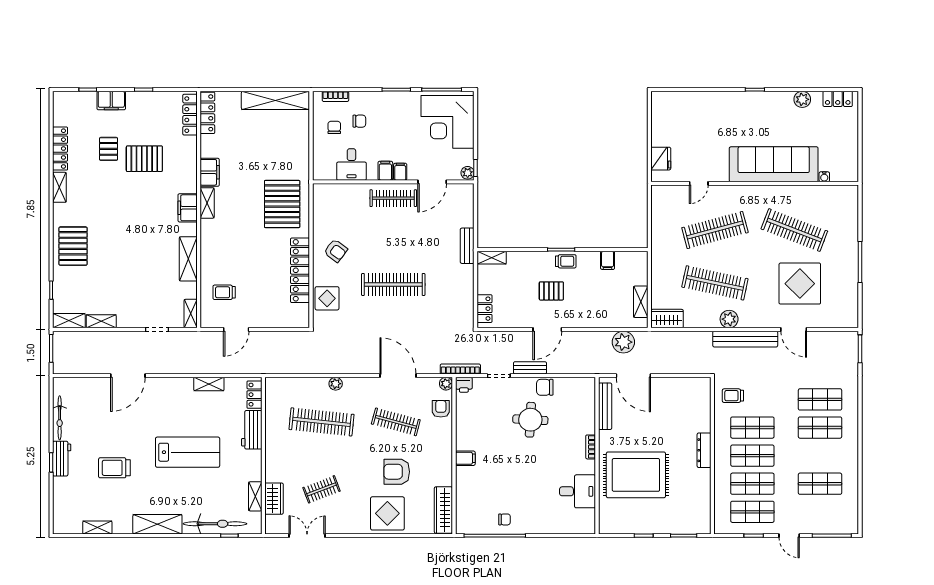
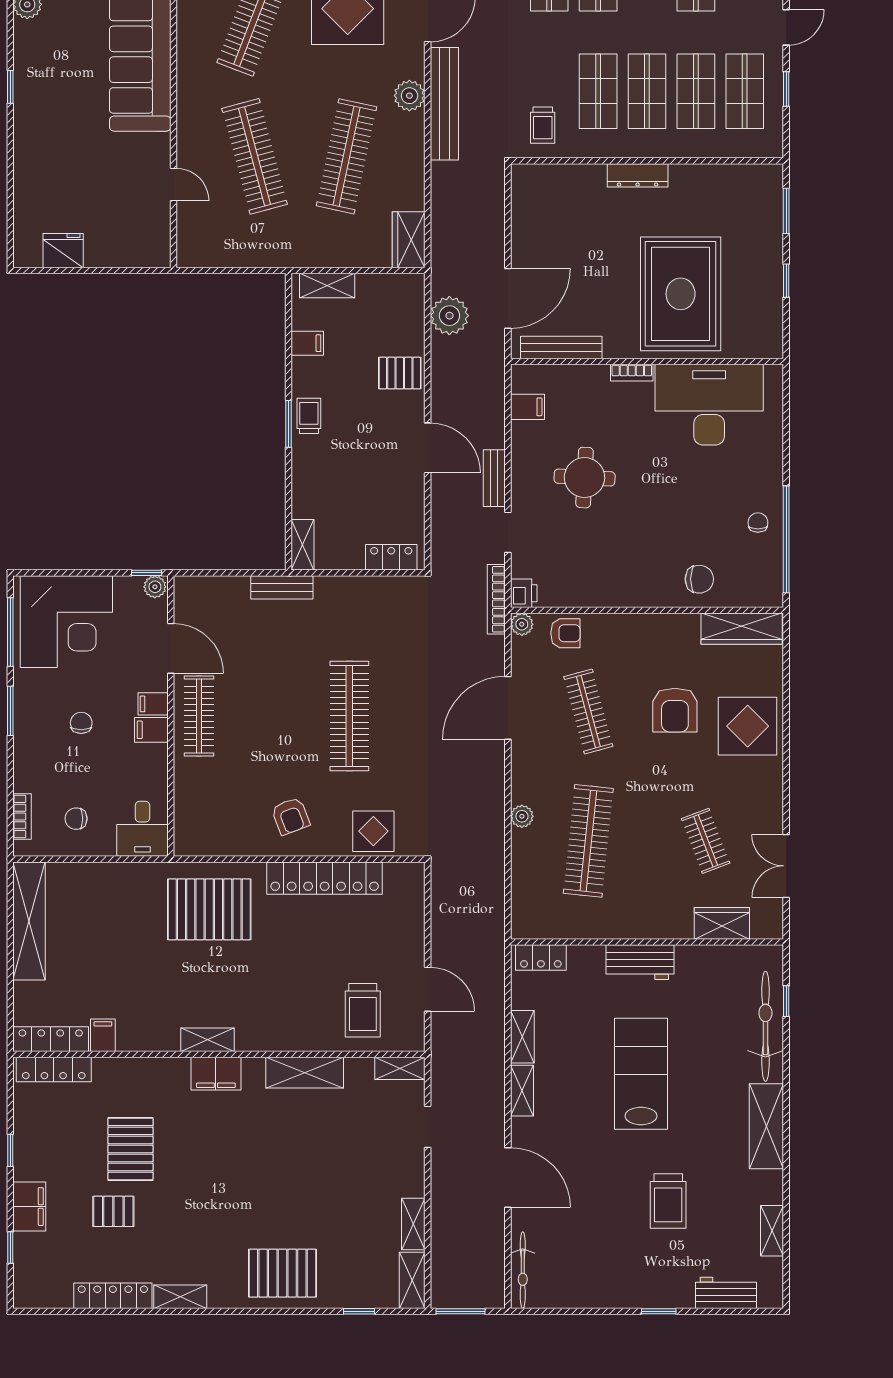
chair: (359, 121) -> (81, 723), moved
fridge: (661, 159) -> (63, 251), moved
desk: (351, 164) -> (142, 829), moved, turned 90
filing cabinet: (210, 172) -> (103, 1035), moved, width x0.50
armchair: (336, 251) -> (291, 816), turned 122
pallet: (551, 291) -> (400, 373), moved, turned 90
trolley: (224, 292) -> (363, 1010), width x1.36, depth x1.39
shelving: (641, 302) -> (327, 286), moved
plant: (729, 319) -> (409, 96), moved
chair: (545, 387) -> (699, 579), moved, turned -90
armchair: (441, 409) -> (565, 633), turned 180
bicycle: (60, 418) -> (523, 1270), moved, turned 90
clothes rail: (396, 422) -> (588, 712), turned -30
workbench: (252, 430) -> (640, 962), moved
filing cabinet: (465, 458) -> (528, 407), moved, turned 90
workbench: (62, 459) -> (726, 1293), moved
desk: (578, 491) -> (709, 405), width x1.87, depth x1.30
shelving: (255, 496) -> (522, 1091), moved, turned 90

